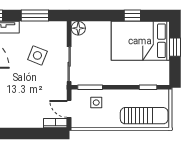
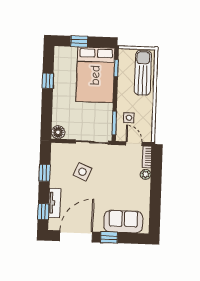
window: (35, 16) -> (45, 173), width x0.67
bed: (140, 41) -> (95, 75), moved
door: (69, 109) -> (134, 144), swing flipped
plant: (37, 122) -> (146, 174), added

